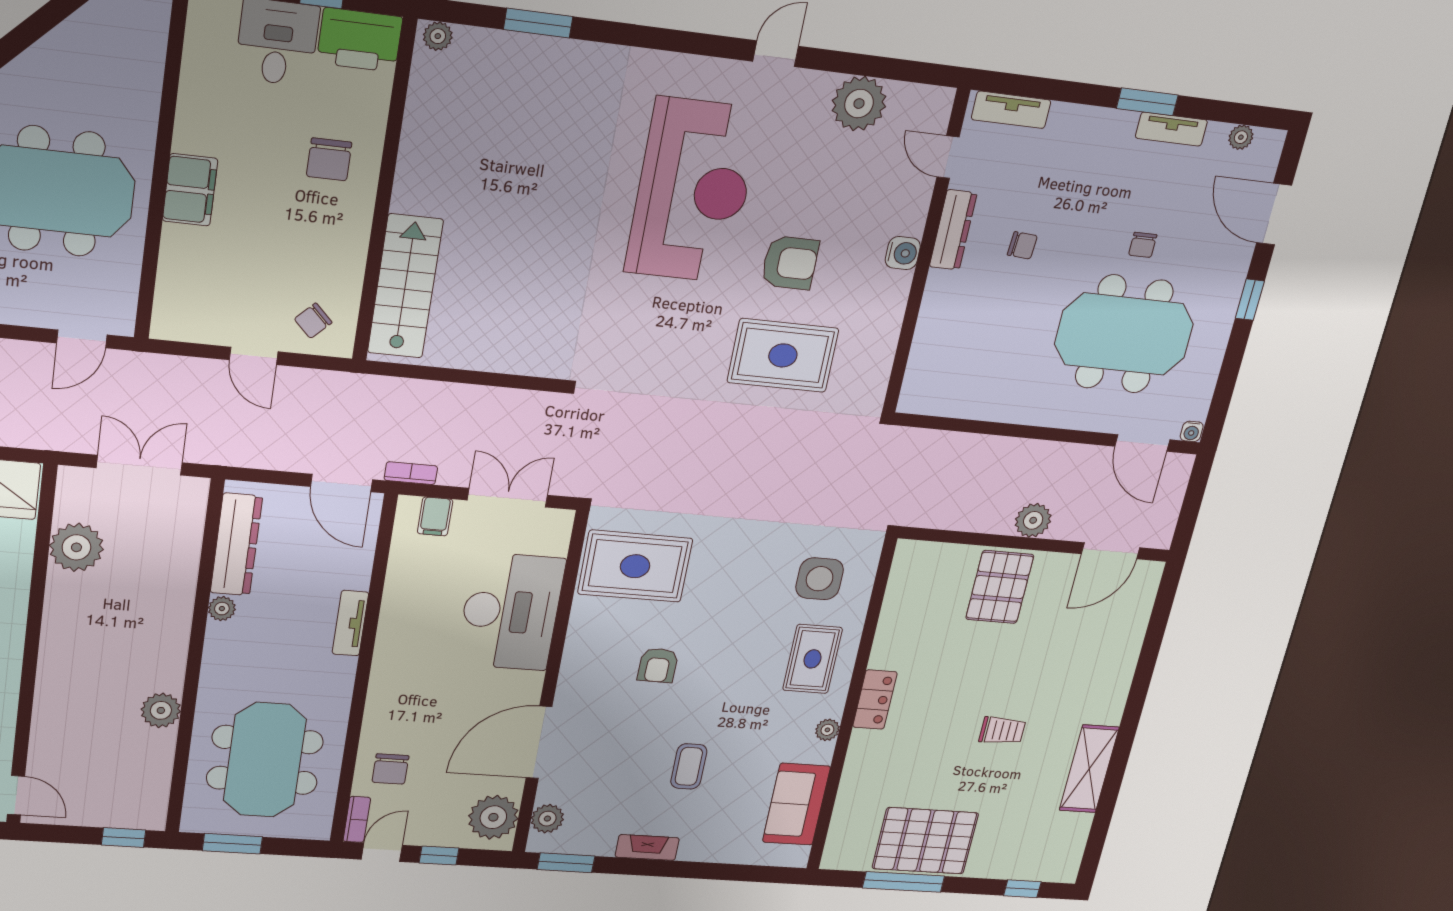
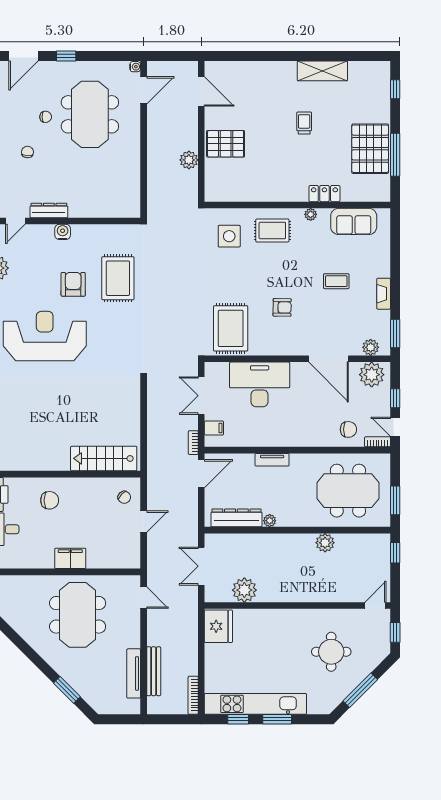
chair: (1022, 245) -> (27, 152), moved
plant: (1033, 520) -> (189, 160), moved
locker: (875, 700) -> (324, 194), moved

